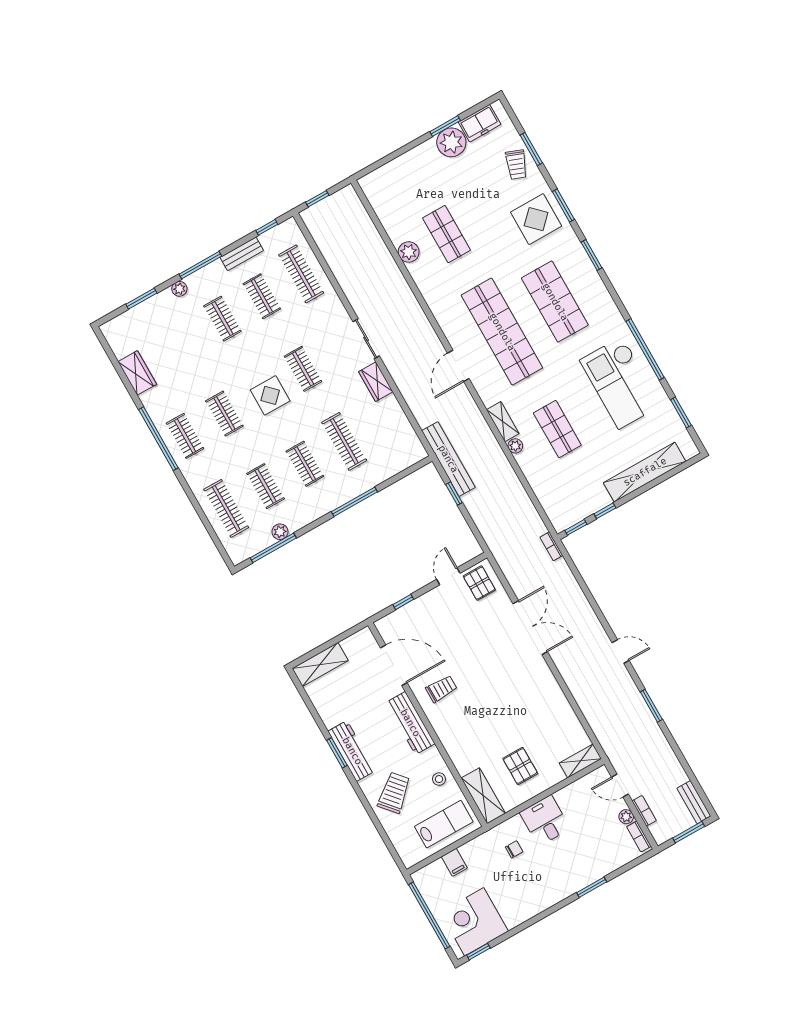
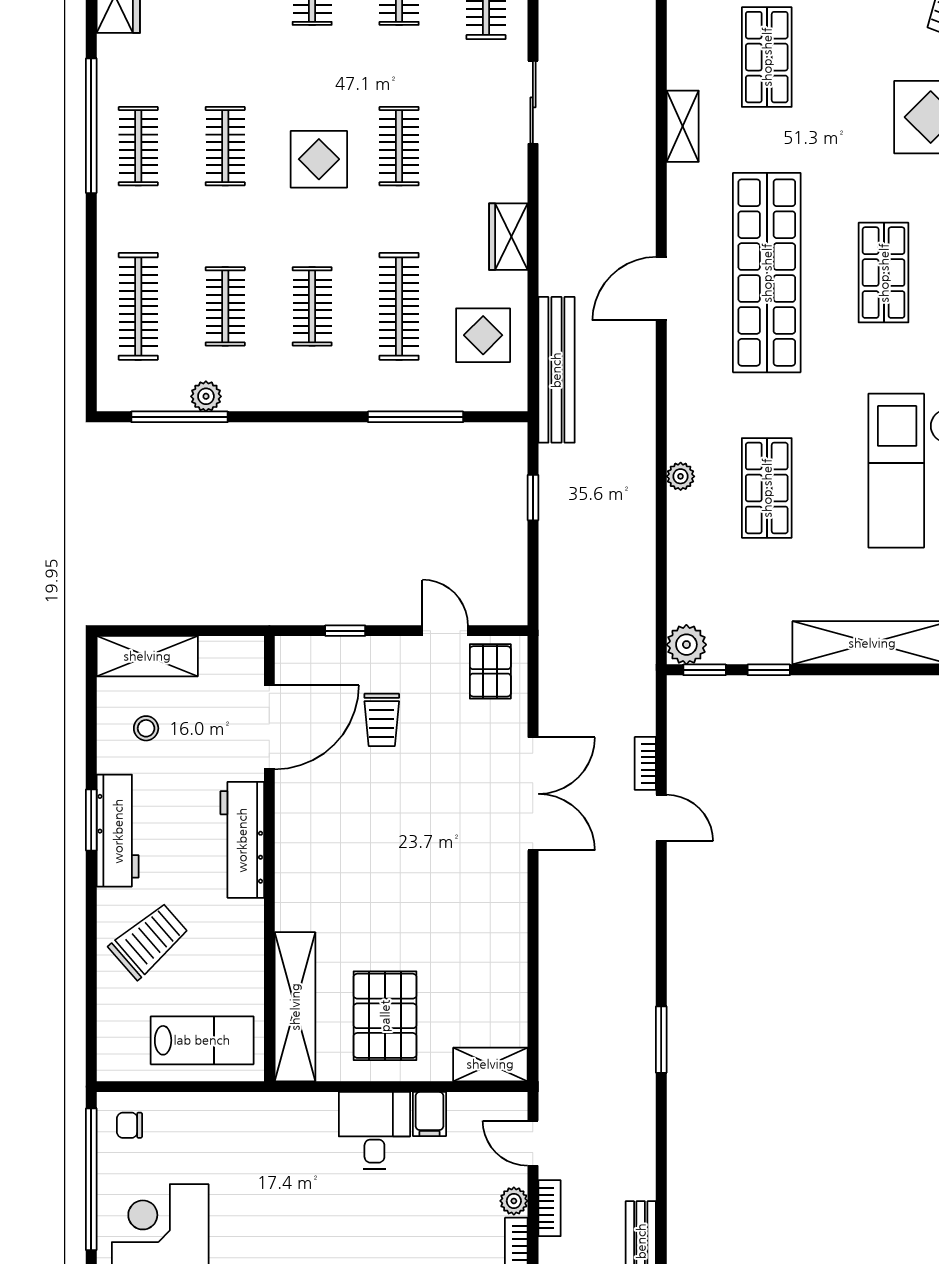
plant: (409, 252) -> (686, 645), moved
shop shelf: (555, 302) -> (884, 273), width x0.70, depth x0.74
sliding door: (366, 339) -> (533, 102), moved
shelving: (503, 422) -> (683, 126), moved
display table: (390, 433) -> (483, 335), added
bench: (448, 459) -> (556, 370), moved
window: (354, 502) -> (416, 417), moved
bookcase: (551, 546) -> (645, 763), moved
door: (448, 576) -> (445, 631), hinge flipped
door: (621, 652) -> (661, 818), moved
door: (394, 665) -> (269, 727), hinge flipped
trolley: (441, 689) -> (382, 720), moved, turned 90
pallet: (520, 766) -> (385, 1016), width x1.50, depth x1.42
stool: (439, 779) -> (146, 728), moved
shelving: (483, 796) -> (295, 1007), width x1.47
chair: (514, 849) -> (129, 1125), moved, turned 180
filing cabinet: (454, 862) -> (429, 1114), moved

